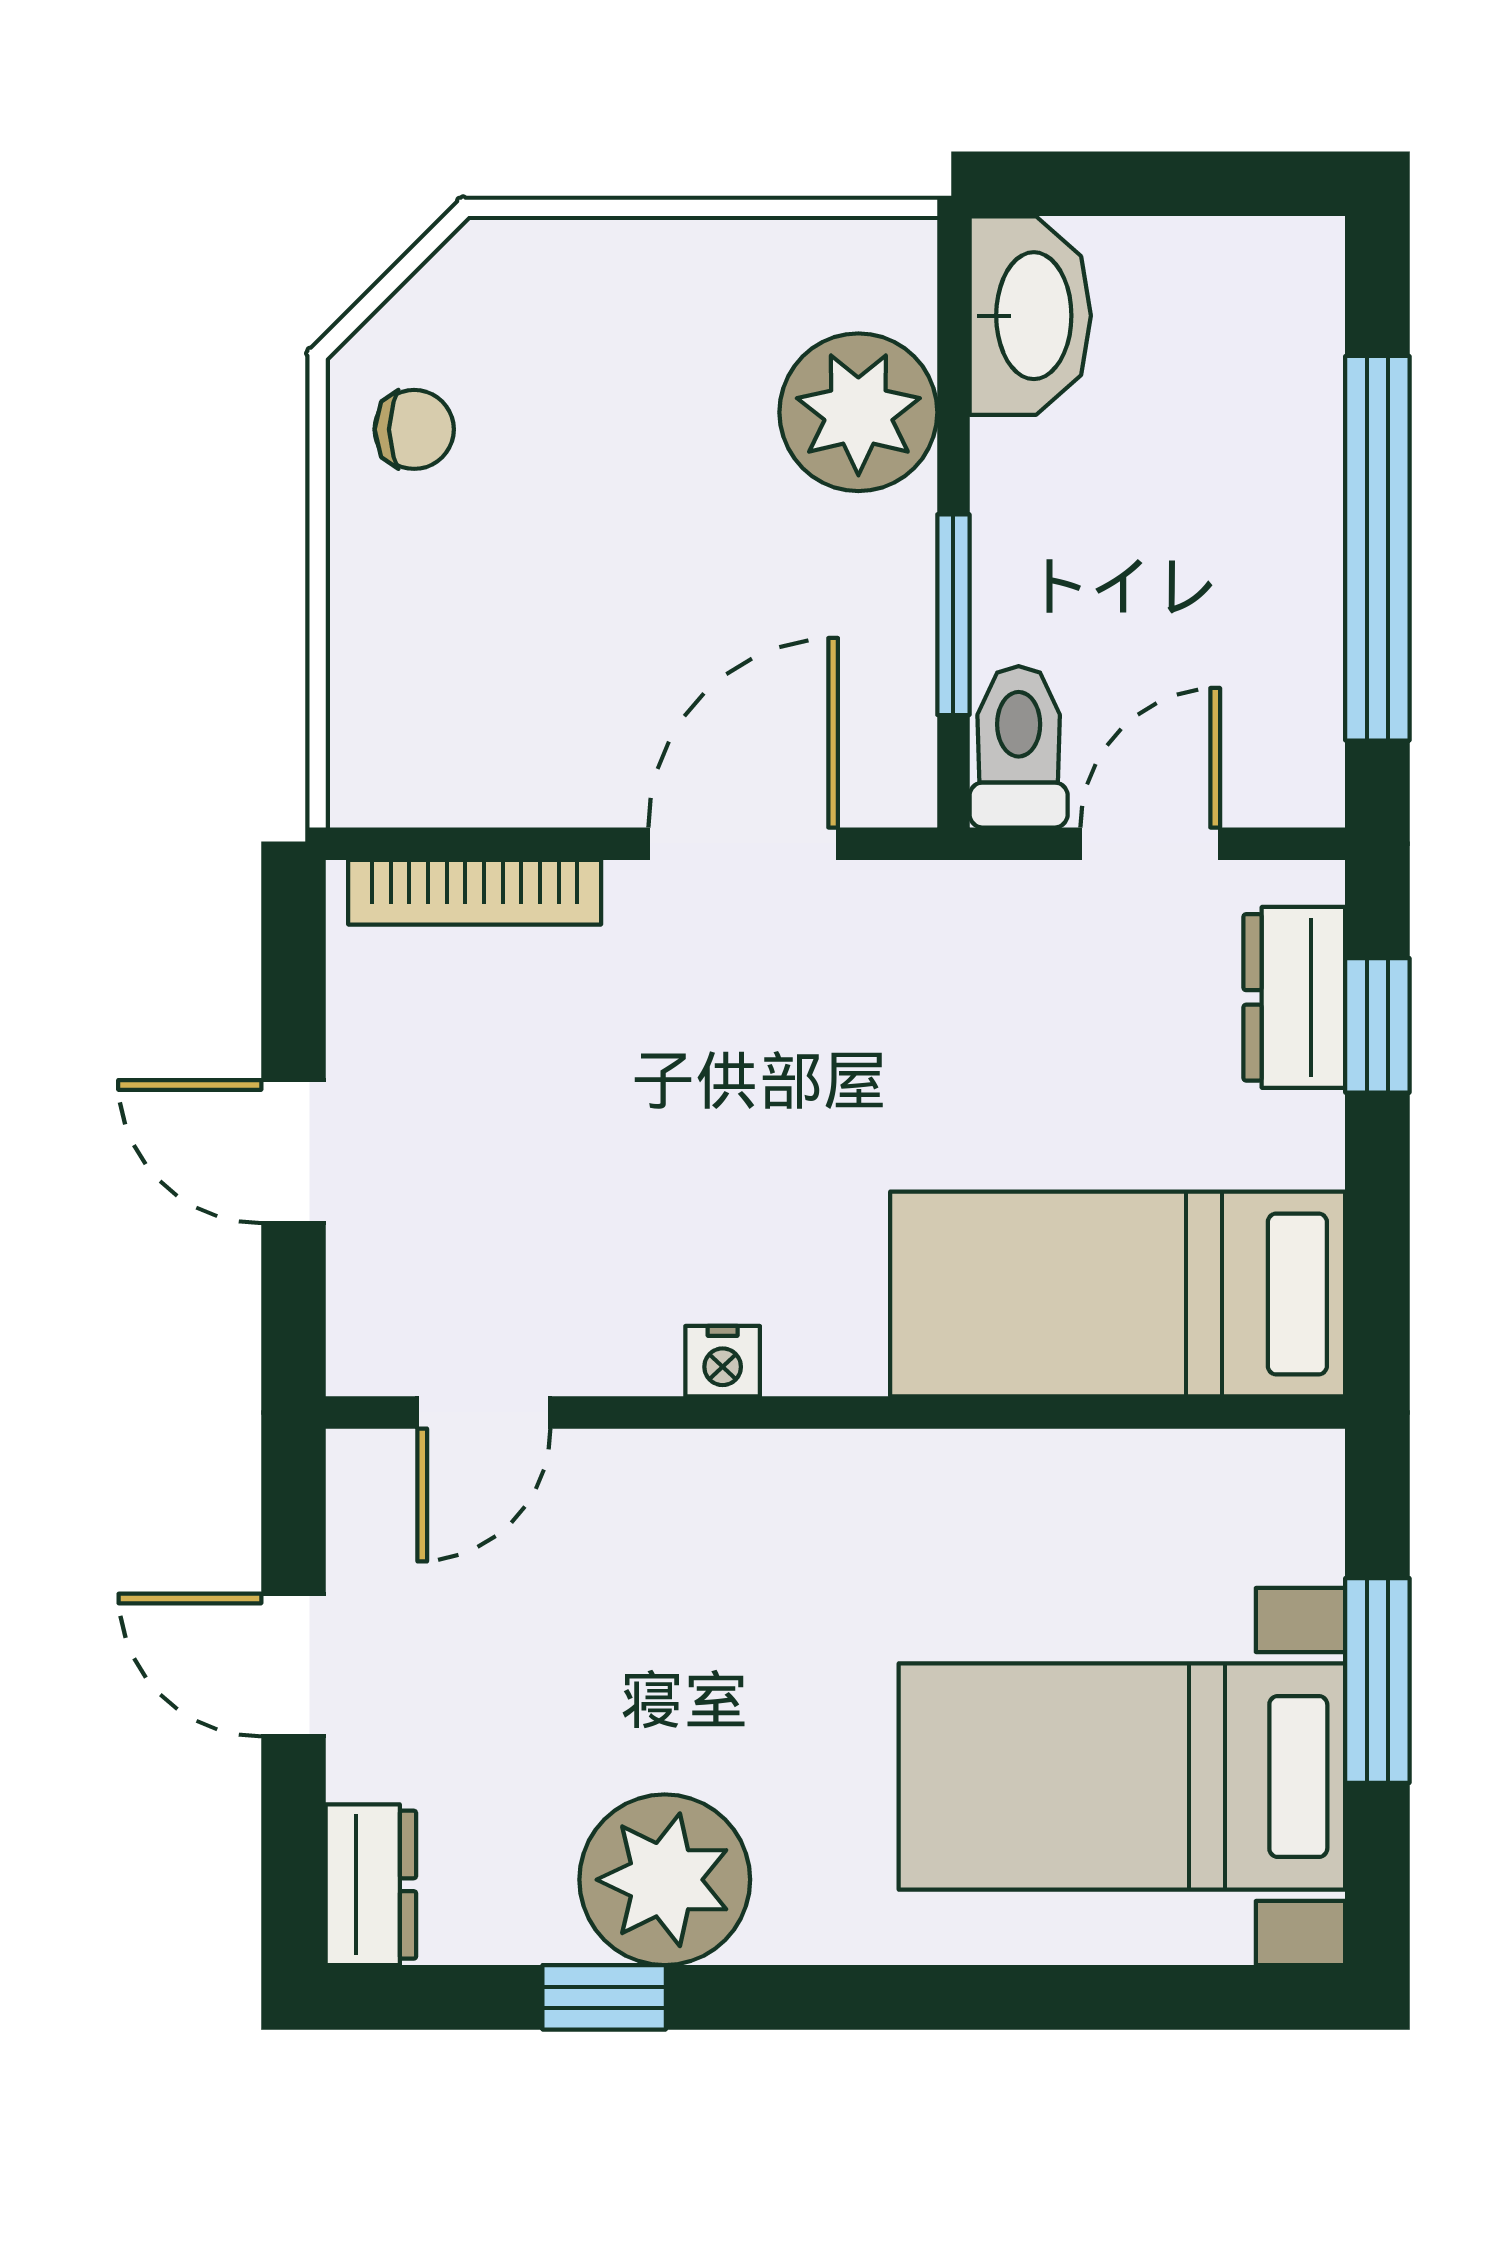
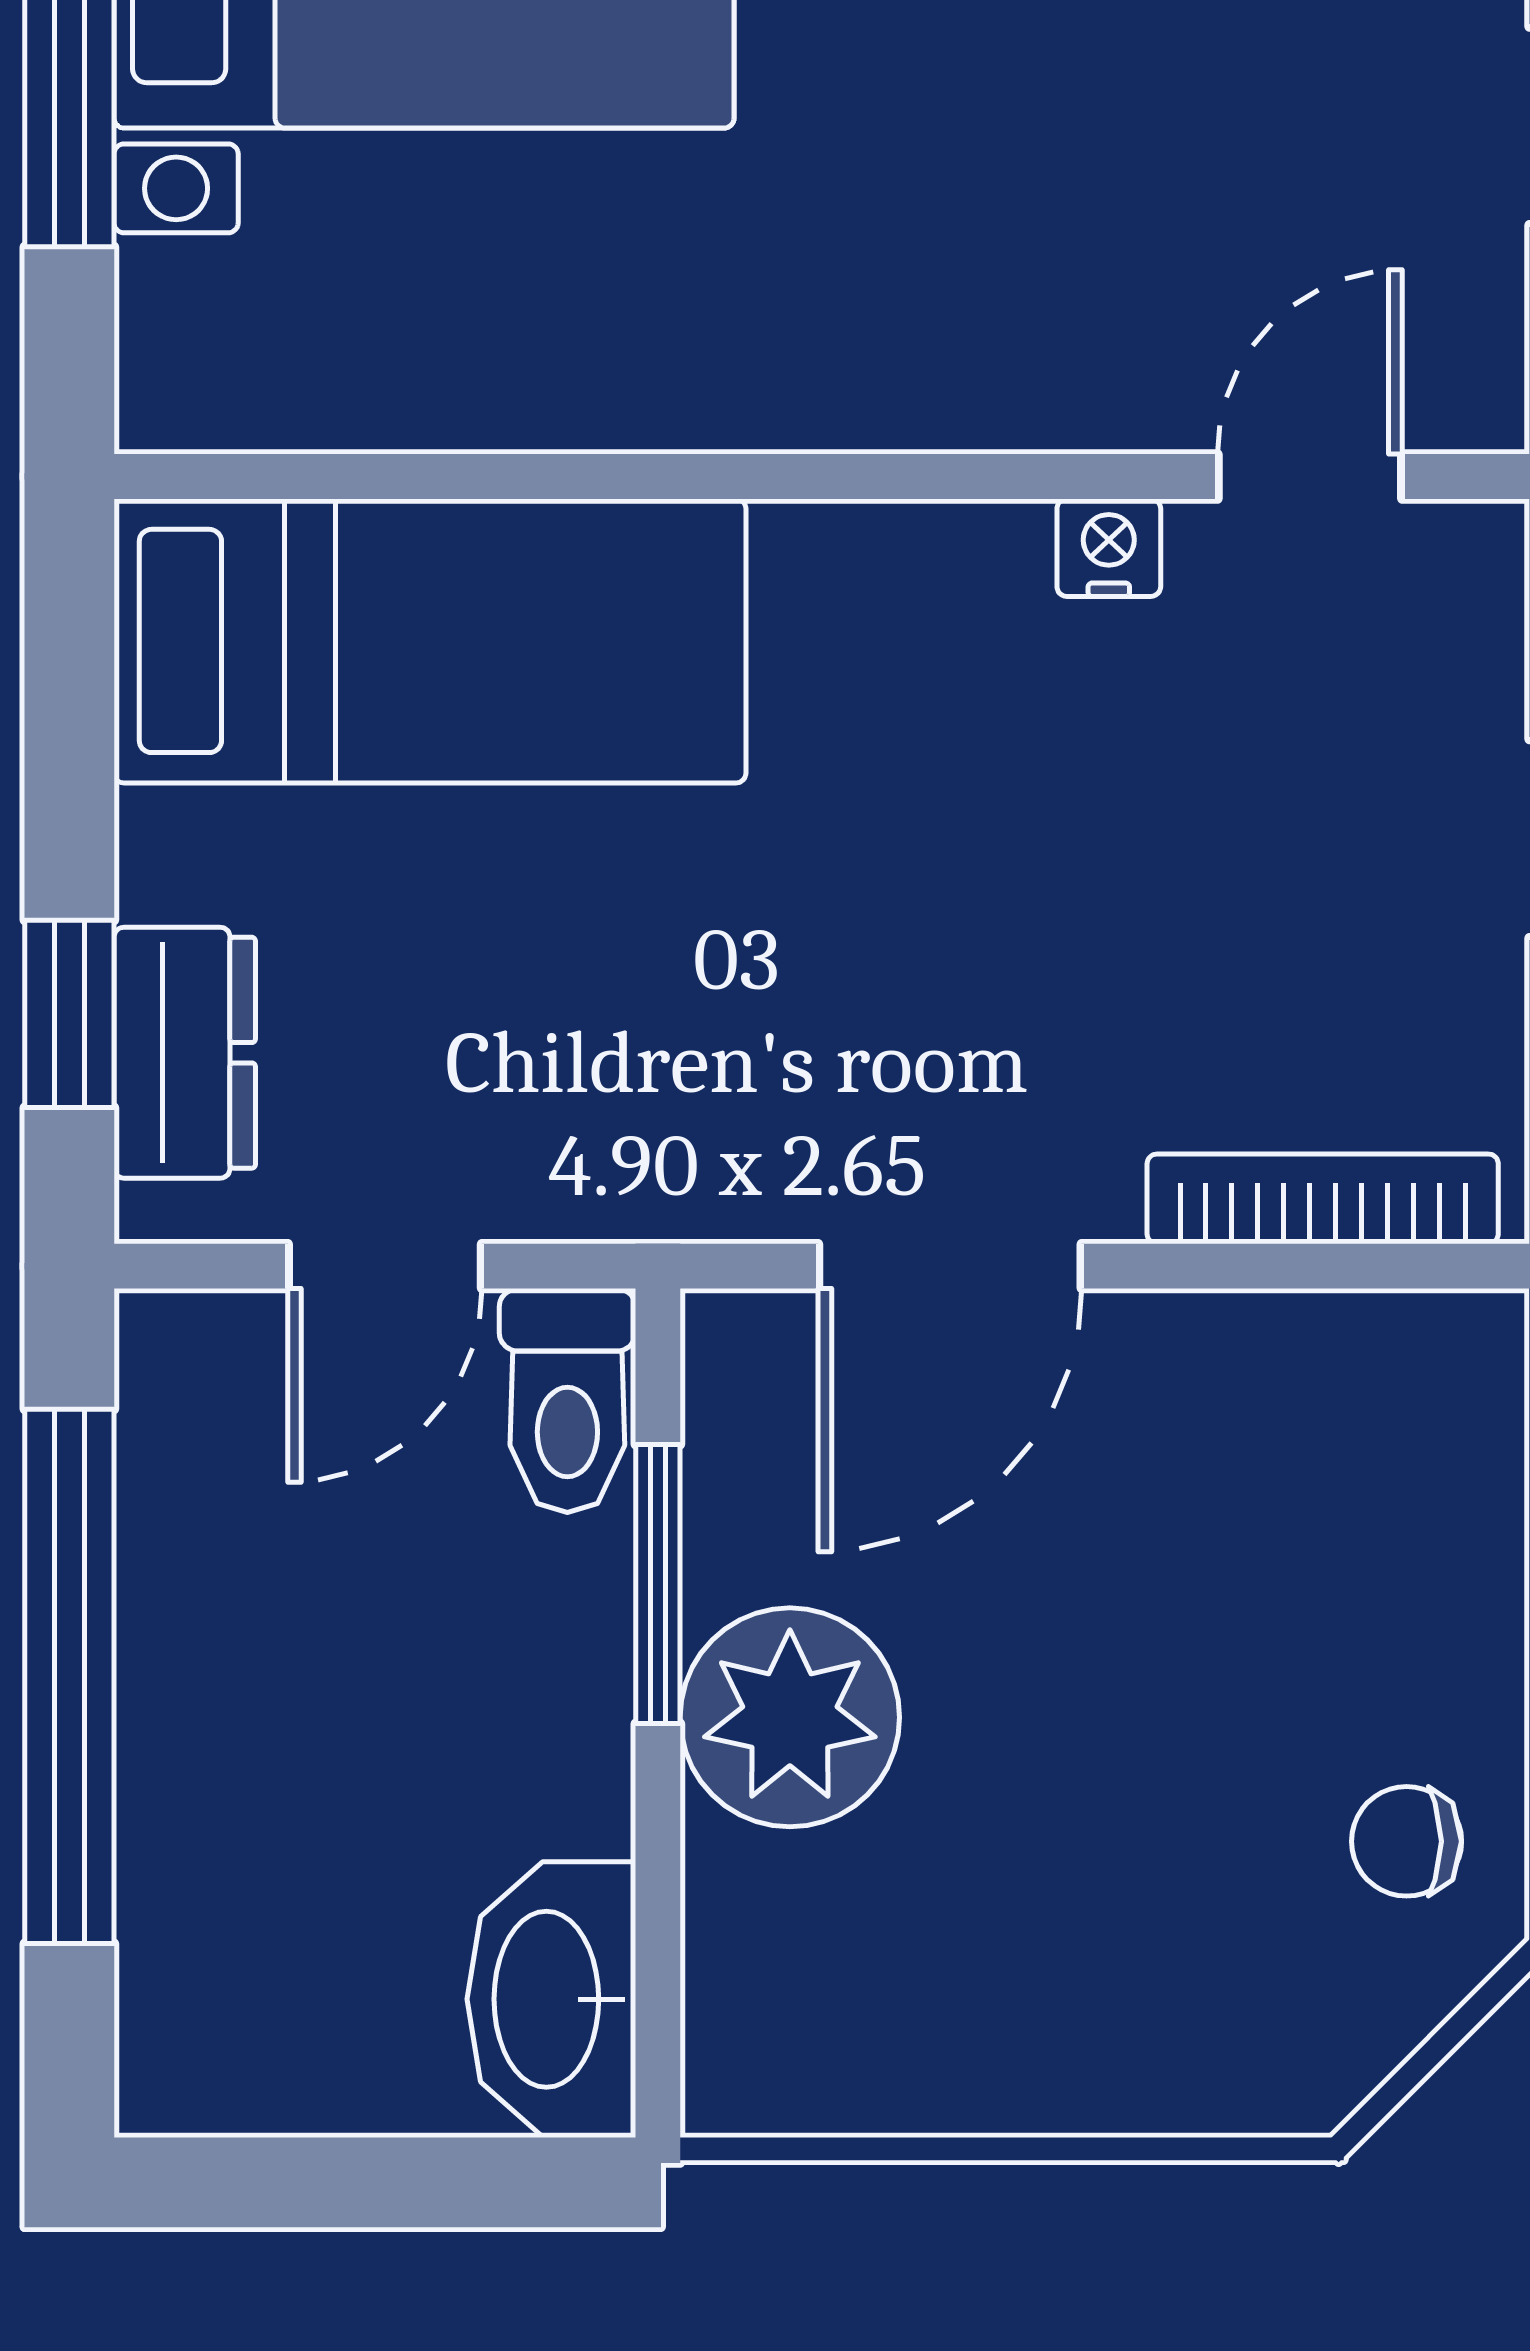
plant: (858, 412) -> (790, 1717), moved
nightstand: (723, 1361) -> (1109, 548), moved

